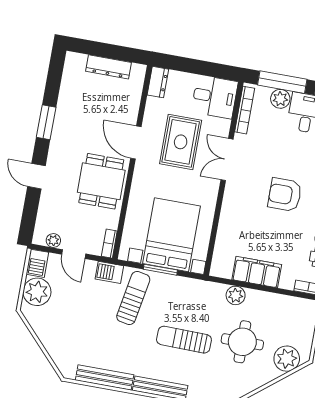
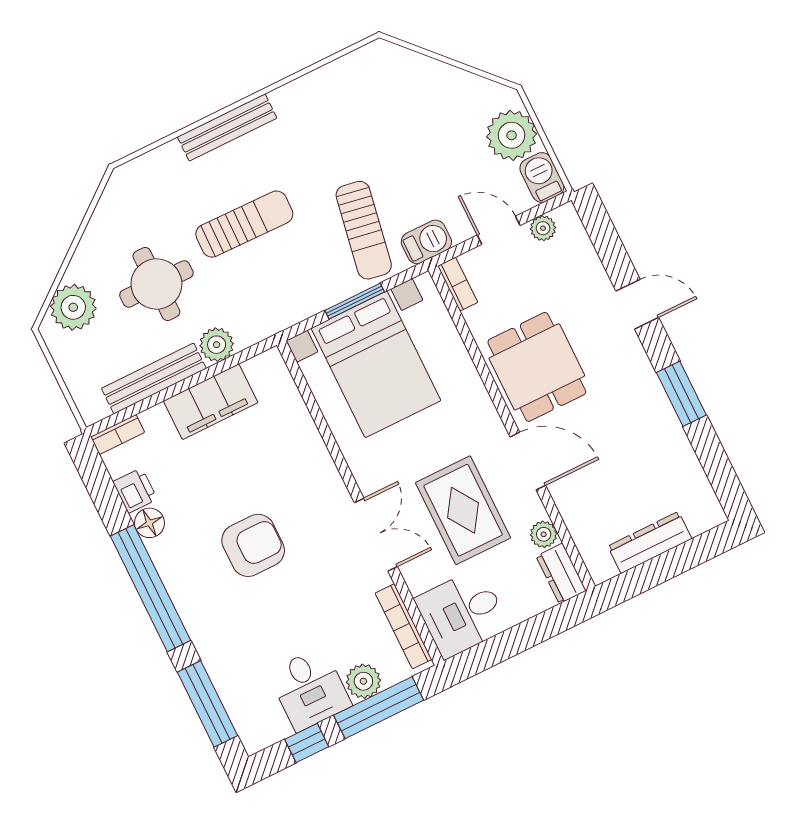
plant: (153, 105) -> (544, 534), added
bench: (105, 378) -> (154, 378), moved

